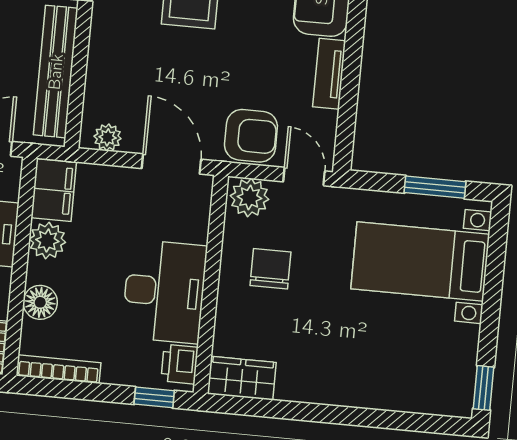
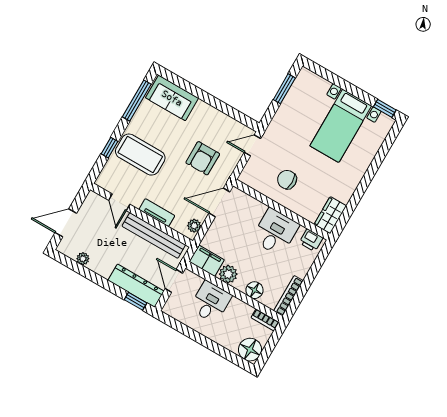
tv unit: (329, 74) -> (157, 213), moved, turned 180
armchair: (251, 136) -> (203, 158), moved, turned 180
plant: (250, 198) -> (251, 174), removed
bed with nightstands: (420, 262) -> (341, 126), moved
desk: (164, 291) -> (275, 232), width x0.73
window: (154, 397) -> (321, 259), removed

